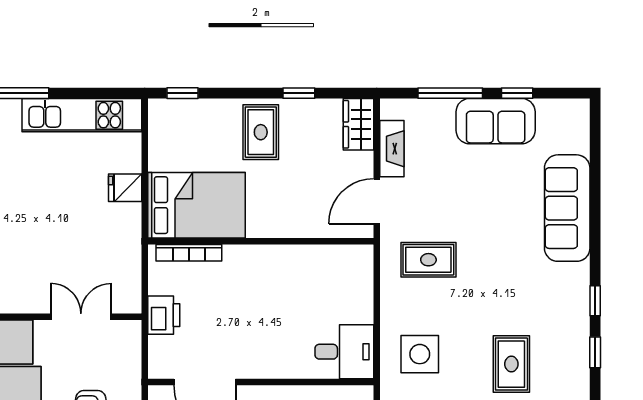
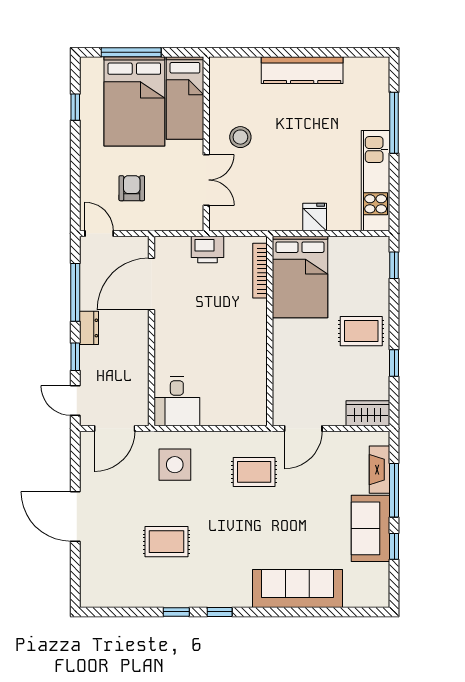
fireplace: (392, 149) -> (380, 470), moved, turned 90
door: (377, 201) -> (303, 428), swing flipped
rug: (428, 260) -> (254, 472), turned 90
stool: (30, 276) -> (240, 137), added

